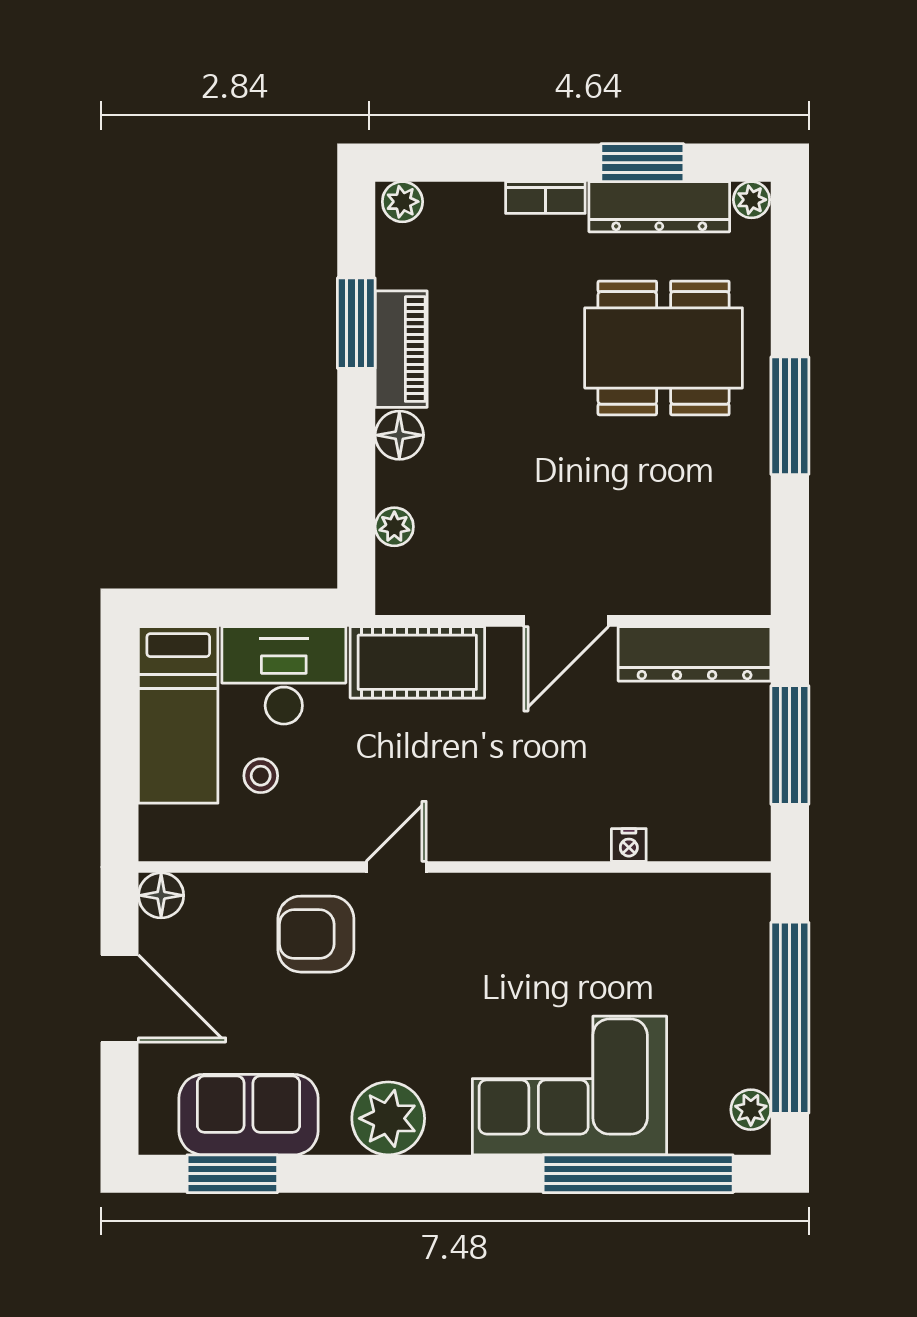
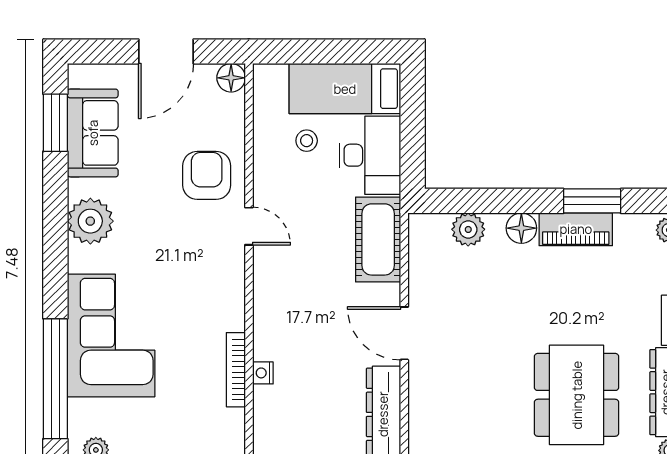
plant: (394, 527) -> (468, 229), width x1.38, depth x1.38
bookcase: (624, 888) -> (236, 370), added

